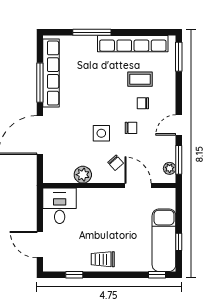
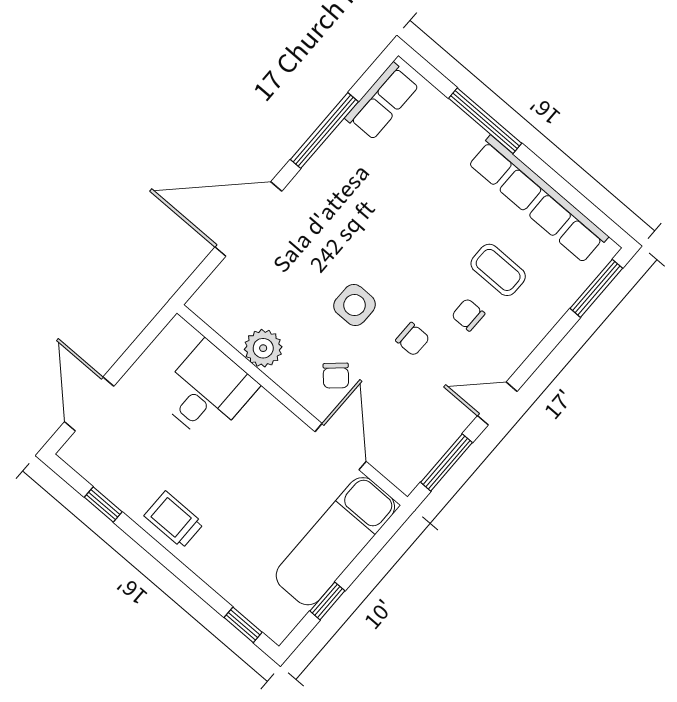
row of seats: (51, 73) -> (382, 101), width x0.50
plant: (170, 168) -> (419, 463), removed
desk: (60, 206) -> (207, 391), moved
exam couch: (164, 240) -> (335, 541), moved

